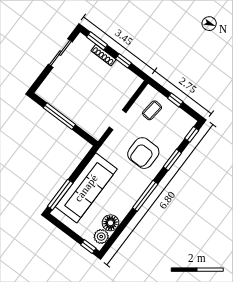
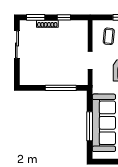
window: (59, 116) -> (61, 88), moved
window: (60, 195) -> (90, 126), moved

